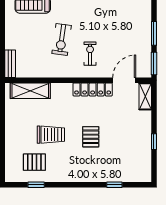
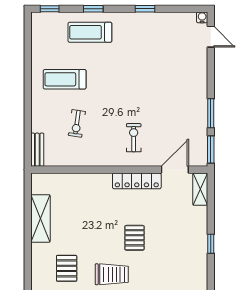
exercise bike: (62, 40) -> (77, 123), moved, width x0.73, depth x0.72
shelving: (30, 91) -> (40, 218), moved, turned 90
trolley: (51, 135) -> (112, 274), moved
pallet: (34, 162) -> (67, 268), turned 90

